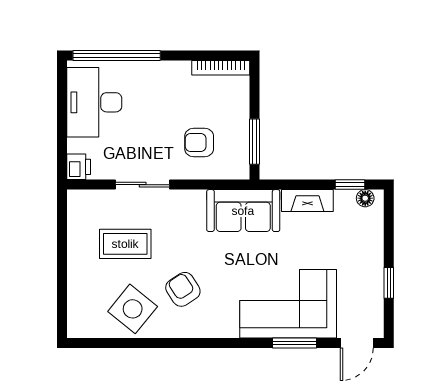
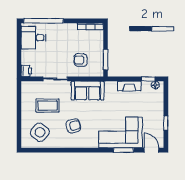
desk: (94, 102) -> (33, 38), width x0.73
sofa: (243, 211) -> (88, 91), moved
armchair: (183, 289) -> (73, 126), turned 108
side table: (133, 309) -> (40, 132), moved
door: (357, 343) -> (151, 150), swing flipped

